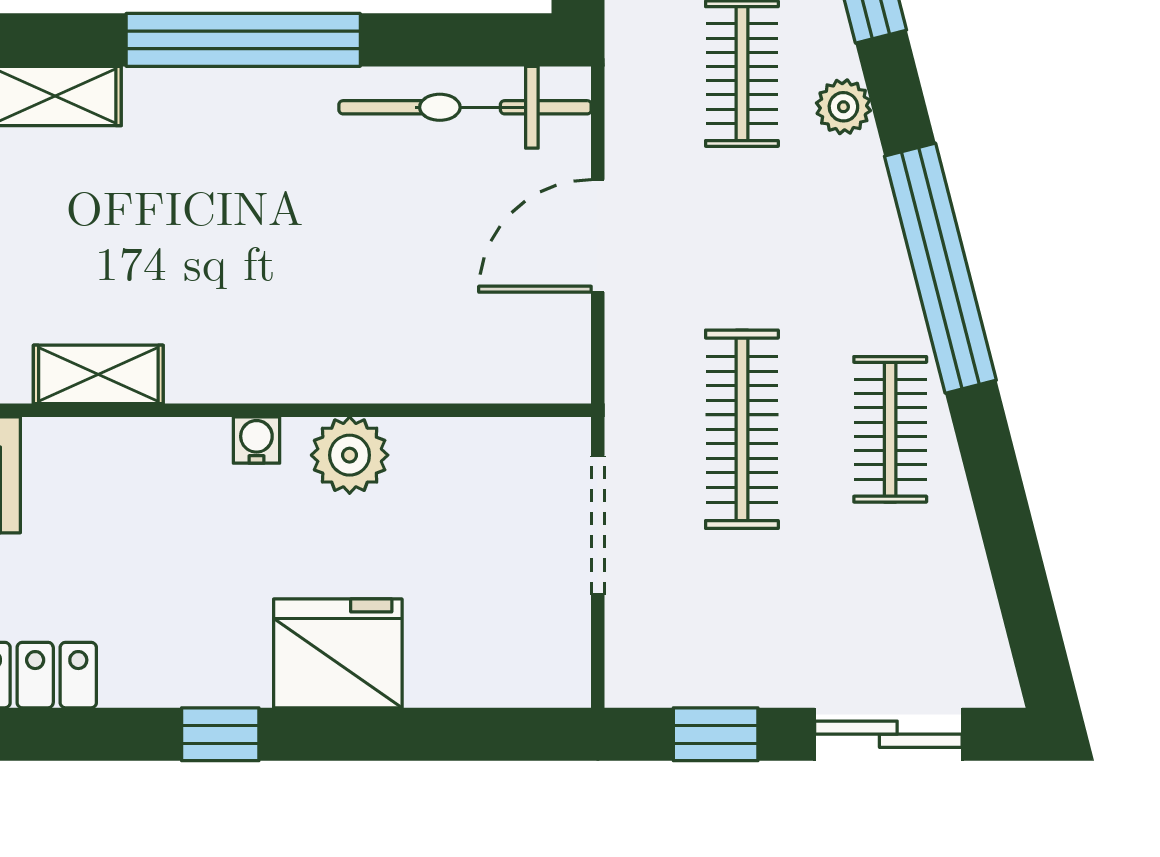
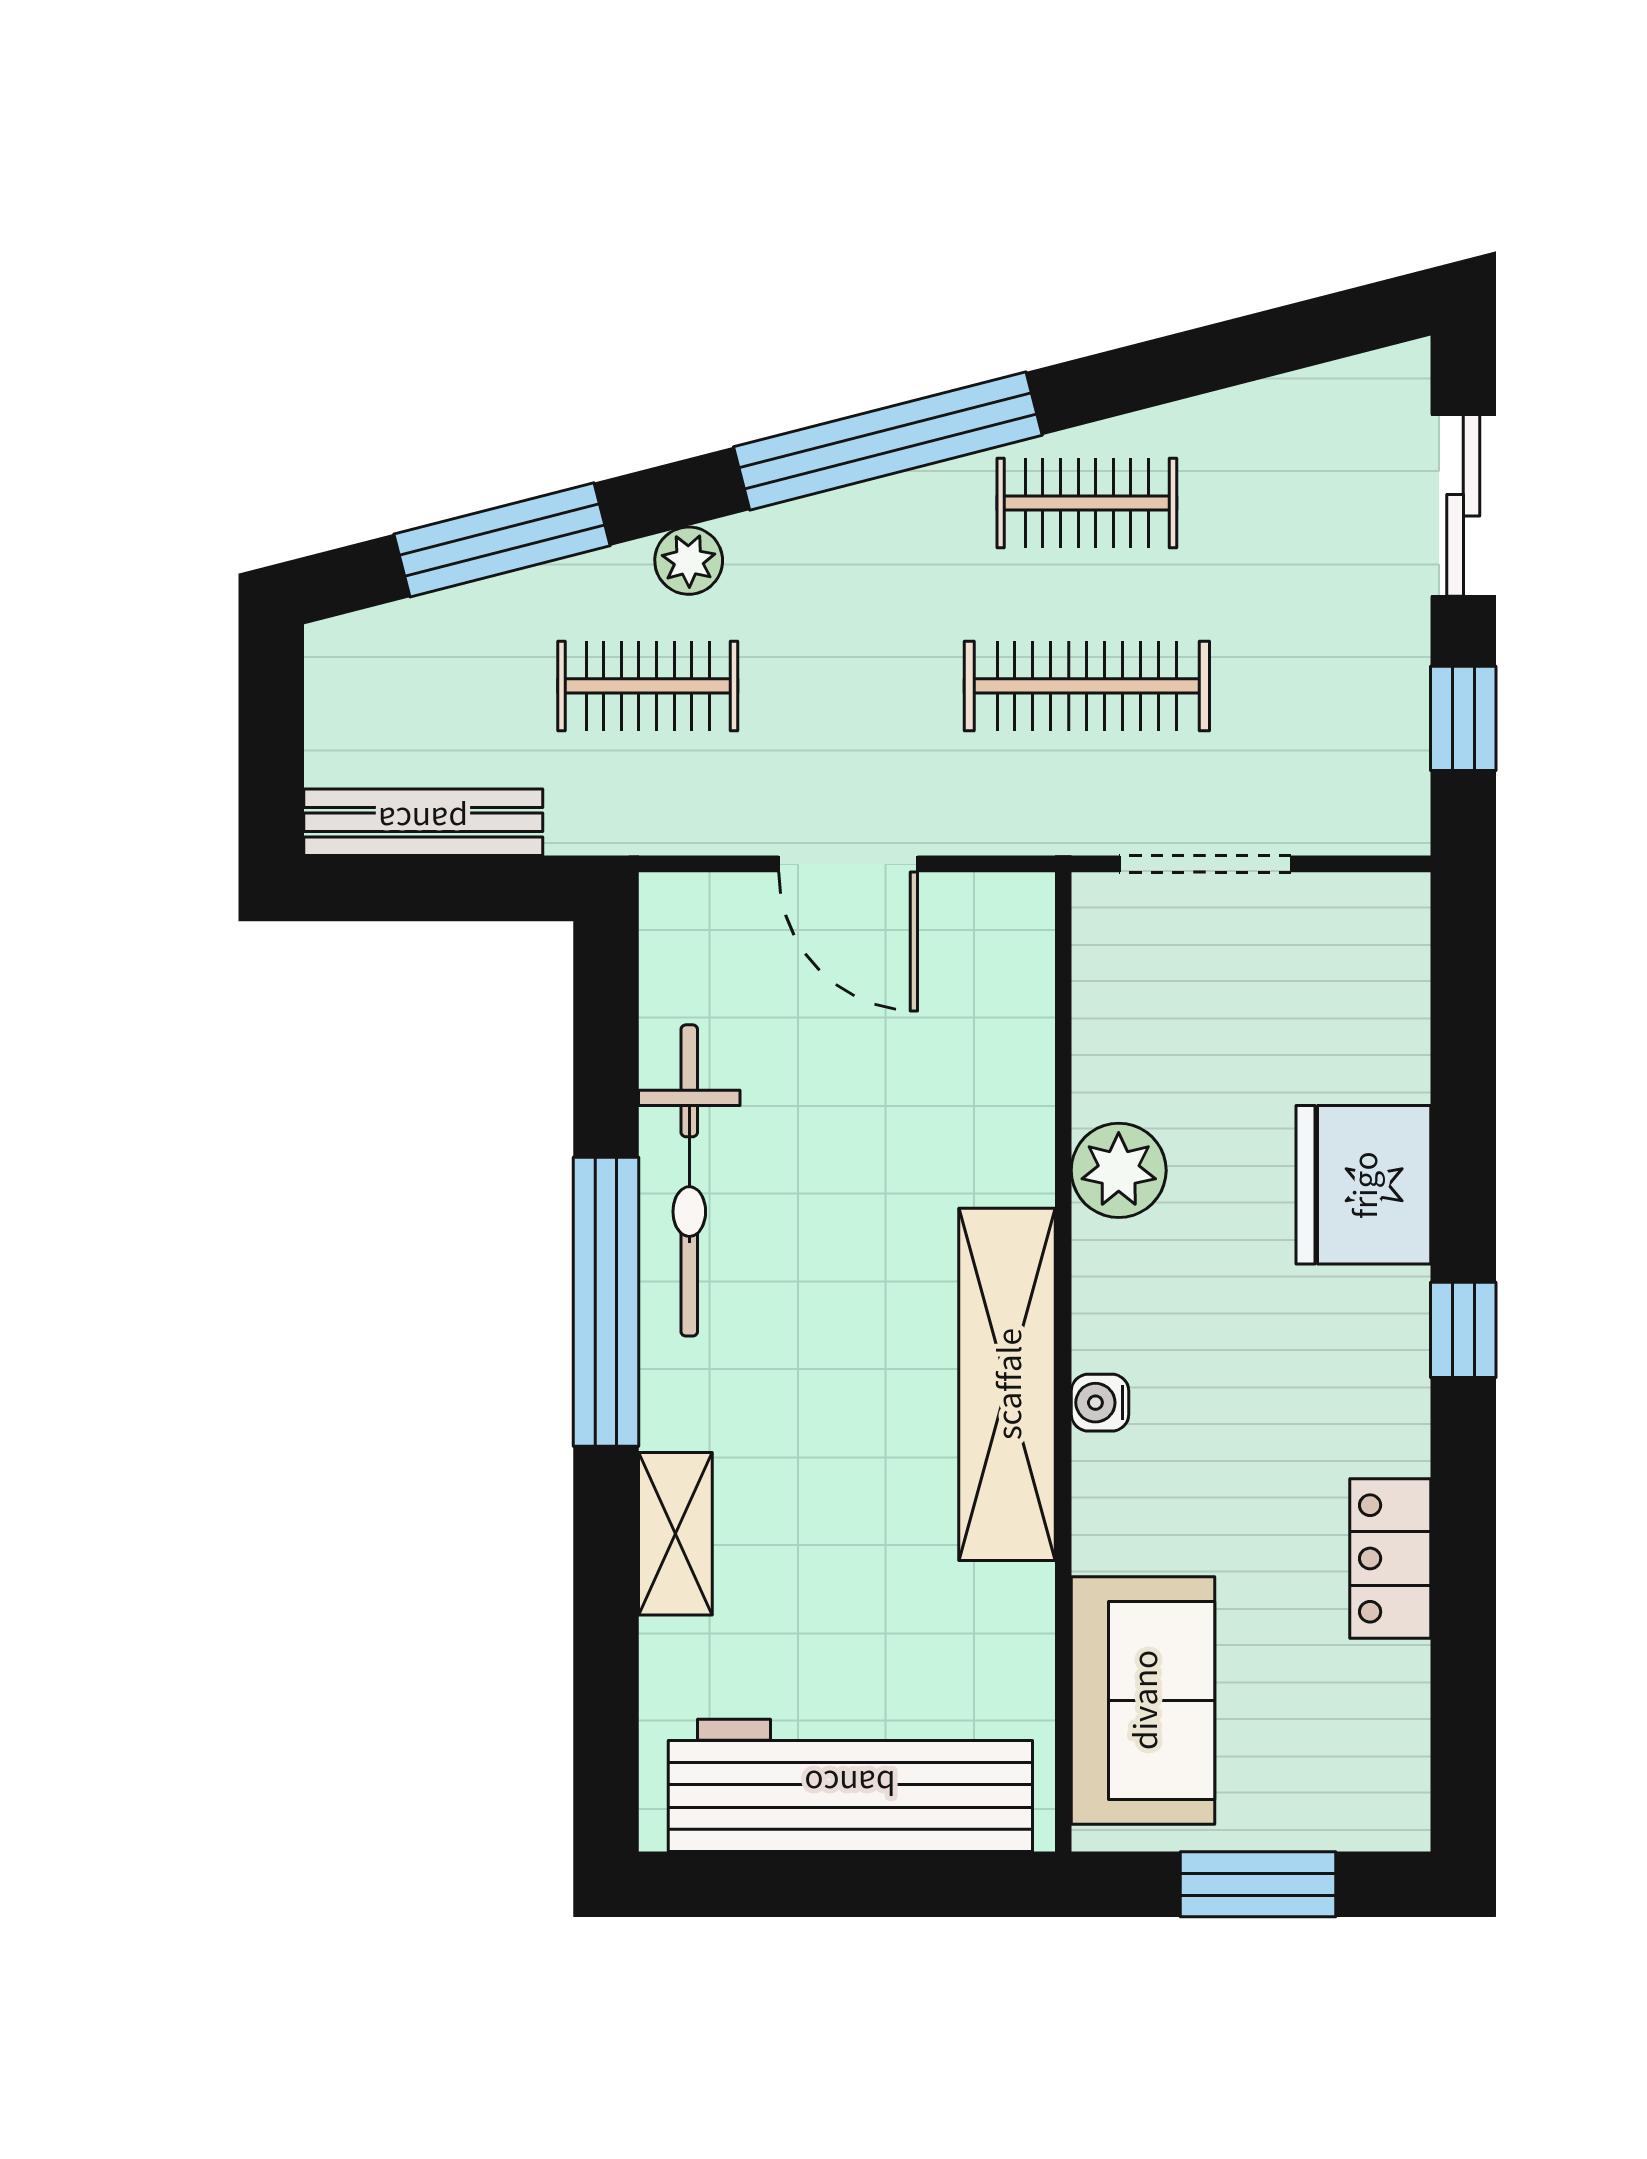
bicycle: (465, 107) -> (689, 1180), moved
shelving: (98, 374) -> (1007, 1384), width x2.20, depth x1.33
water cooler: (256, 440) -> (1100, 1403), moved

